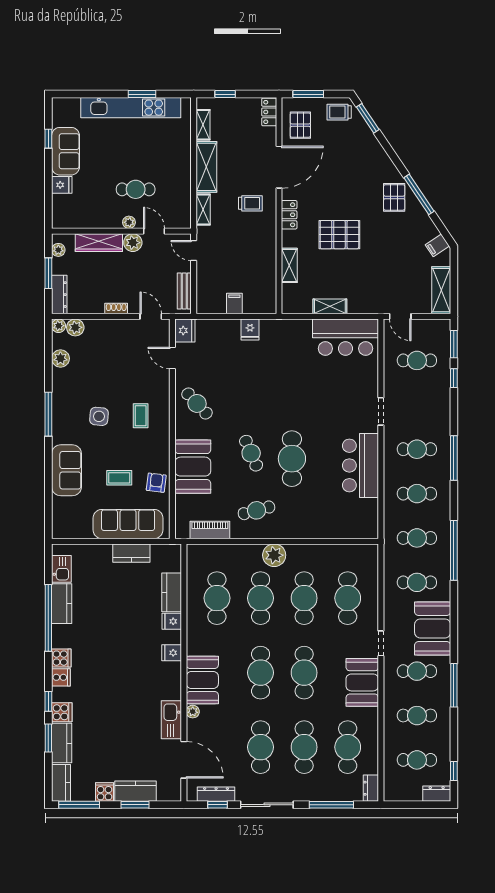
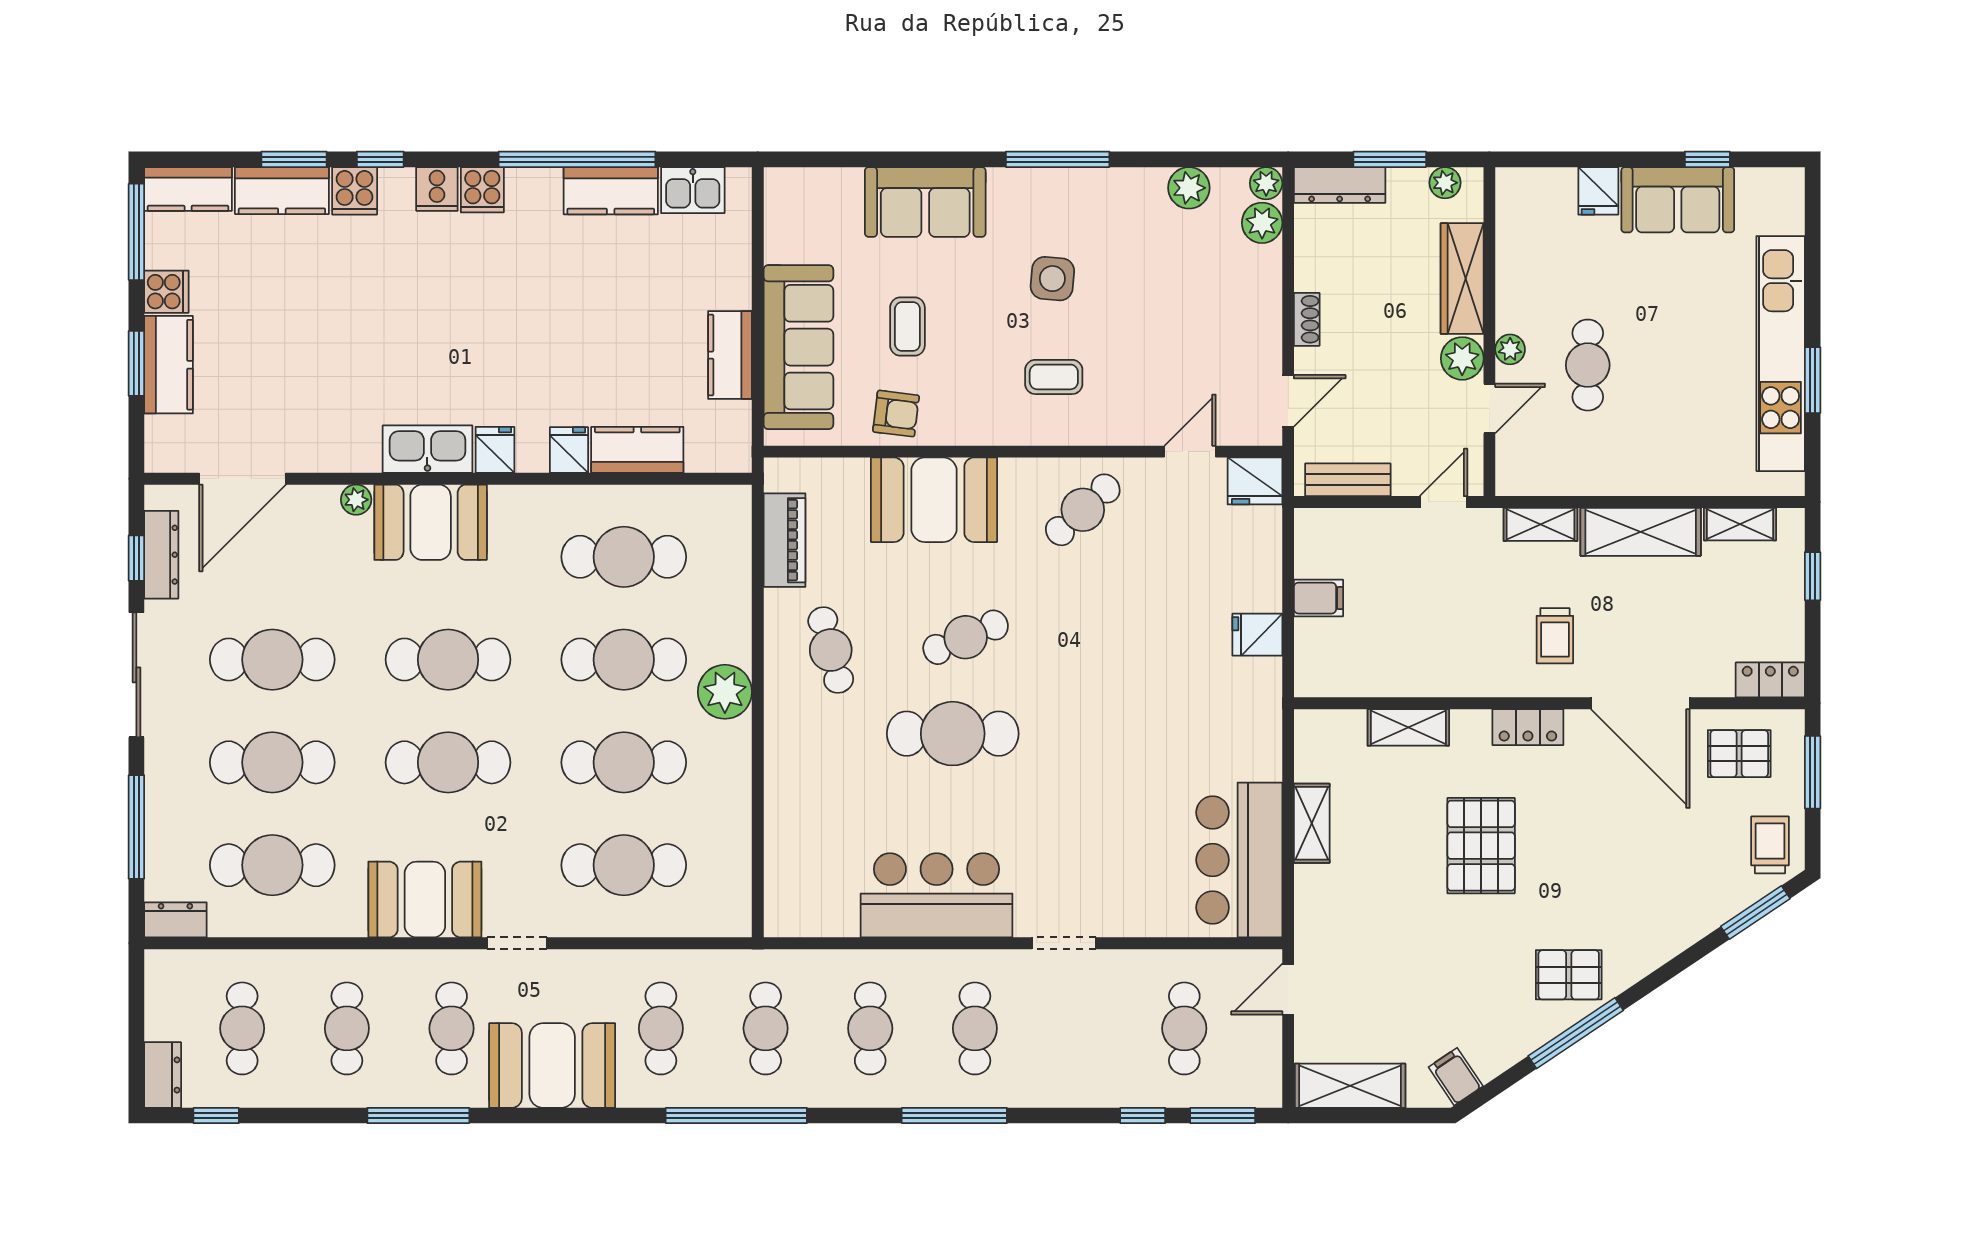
kitchen sink: (171, 720) -> (427, 449), moved

